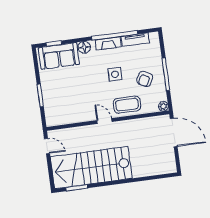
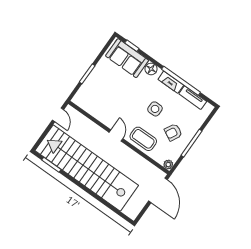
stairs: (91, 168) -> (87, 168), width x1.36

